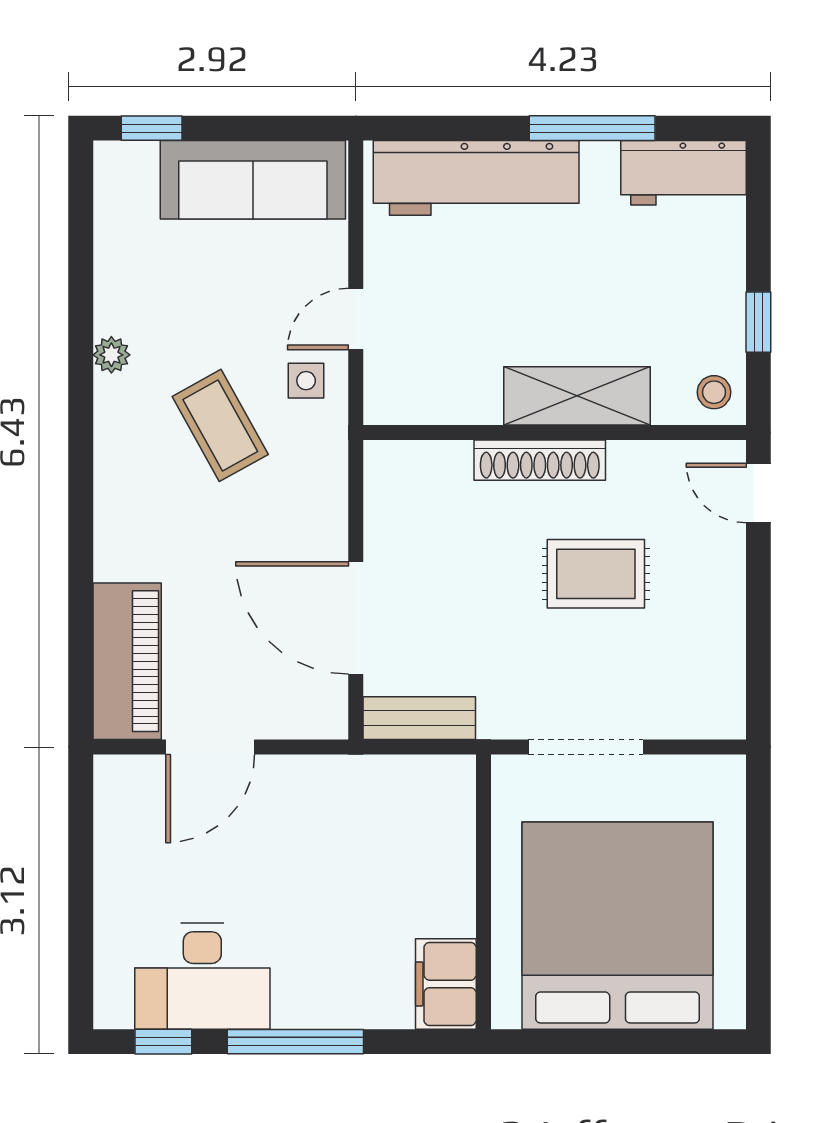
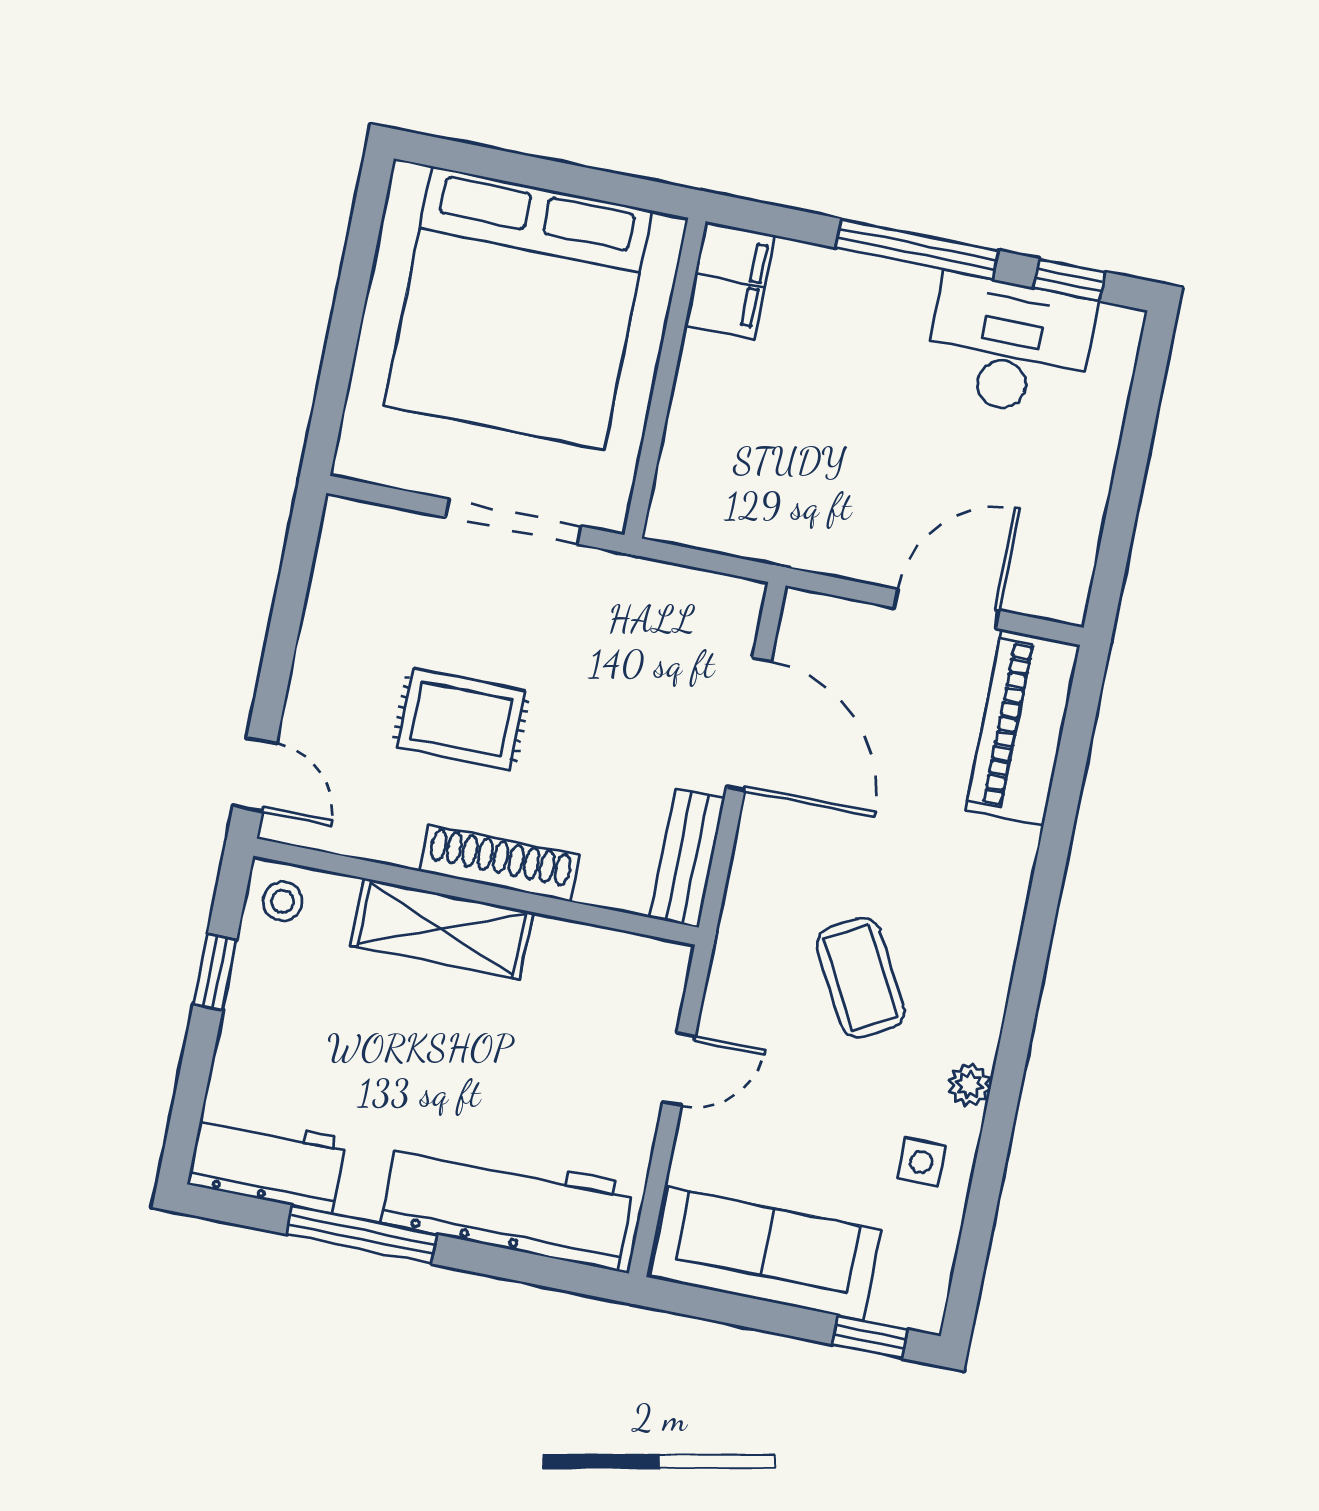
side table: (306, 381) -> (921, 1162), moved
bench: (419, 718) -> (687, 858), moved, turned 90

